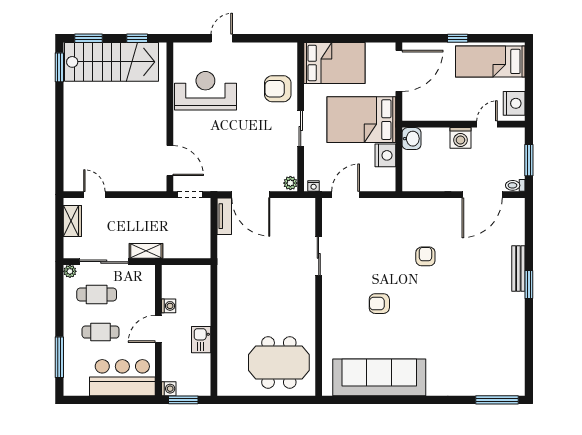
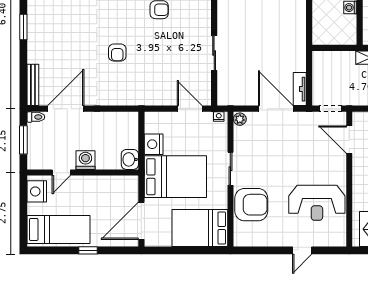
armchair: (278, 89) -> (251, 205), width x1.36, depth x1.36
door: (346, 195) -> (190, 109), swing flipped
bench: (518, 268) -> (33, 85), moved

